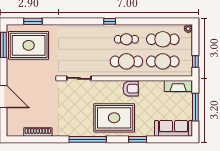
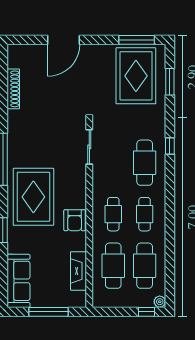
window: (110, 21) -> (170, 146), moved
cafe table: (90, 39) -> (145, 163), added
cafe table: (126, 61) -> (113, 214), width x0.73, depth x0.74
window: (195, 61) -> (147, 312), moved
fireplace: (178, 86) -> (78, 271), moved

